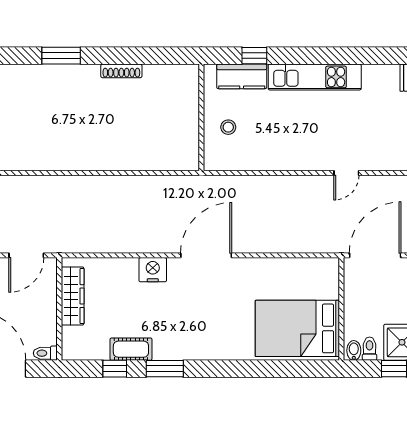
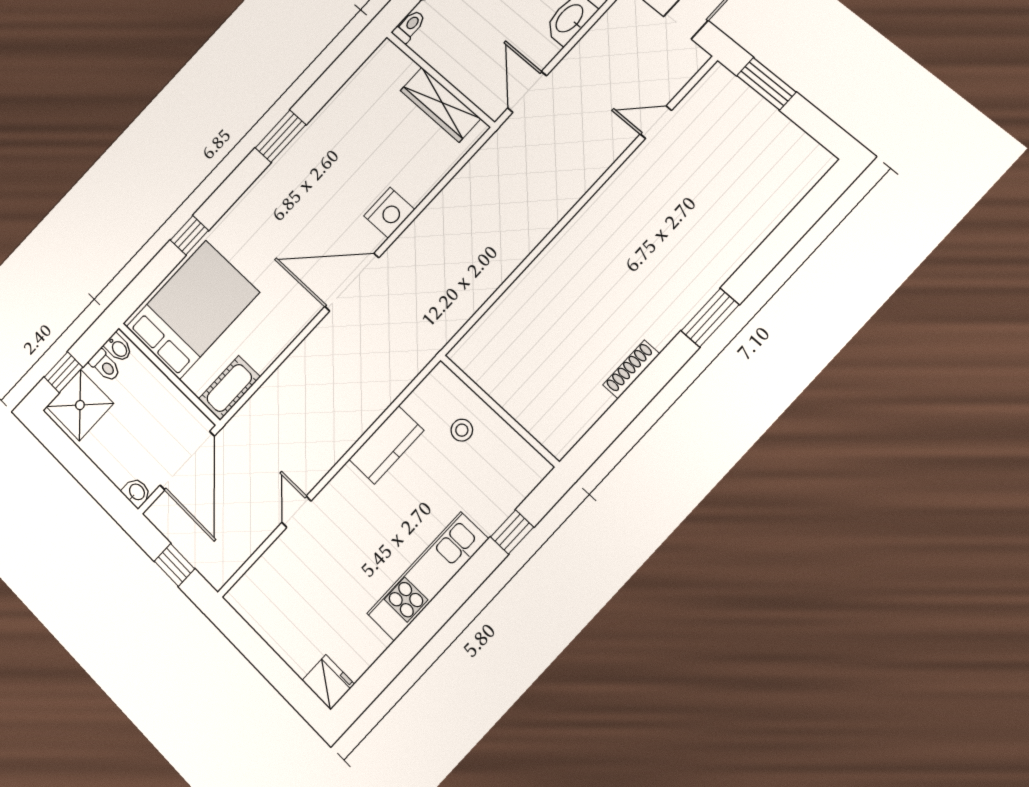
kitchen counter: (242, 76) -> (386, 445), moved, turned 180
door: (206, 255) -> (352, 282), swing flipped
cot: (131, 349) -> (229, 388), moved
window: (115, 369) -> (189, 235), moved

